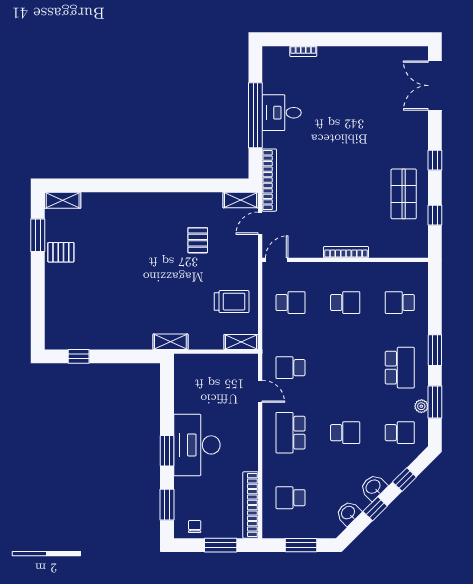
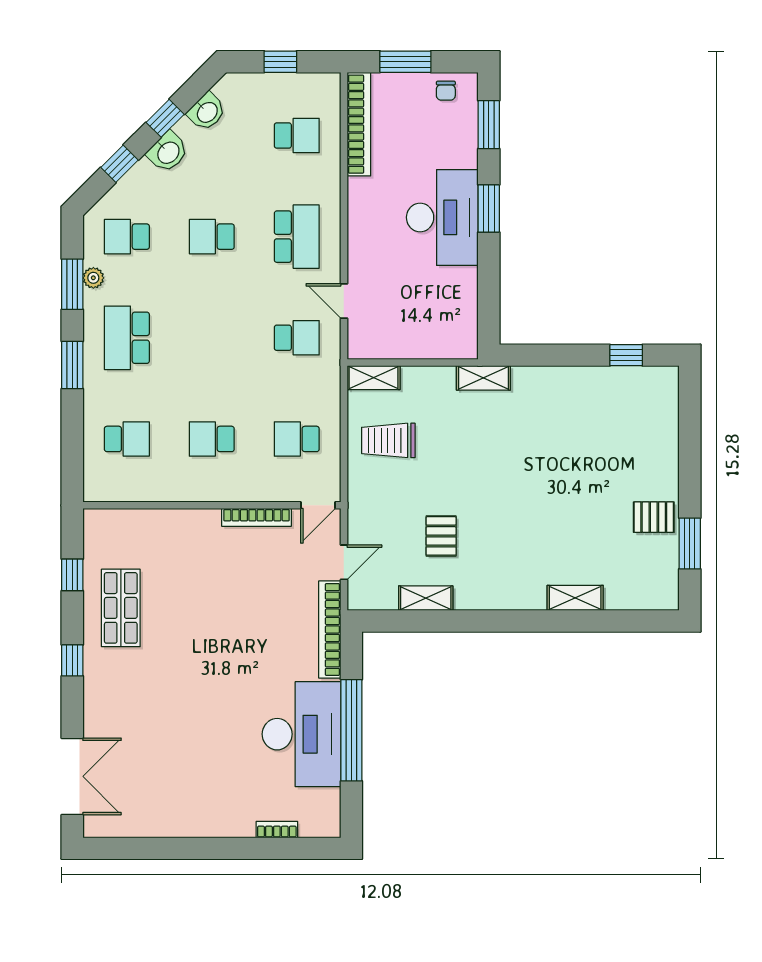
desk: (282, 113) -> (301, 734), width x1.87, depth x1.30
shelving: (63, 200) -> (575, 598), moved
shelving: (241, 200) -> (426, 598), moved
bookcase: (346, 252) -> (257, 517), moved
window: (301, 545) -> (280, 62), width x0.67

